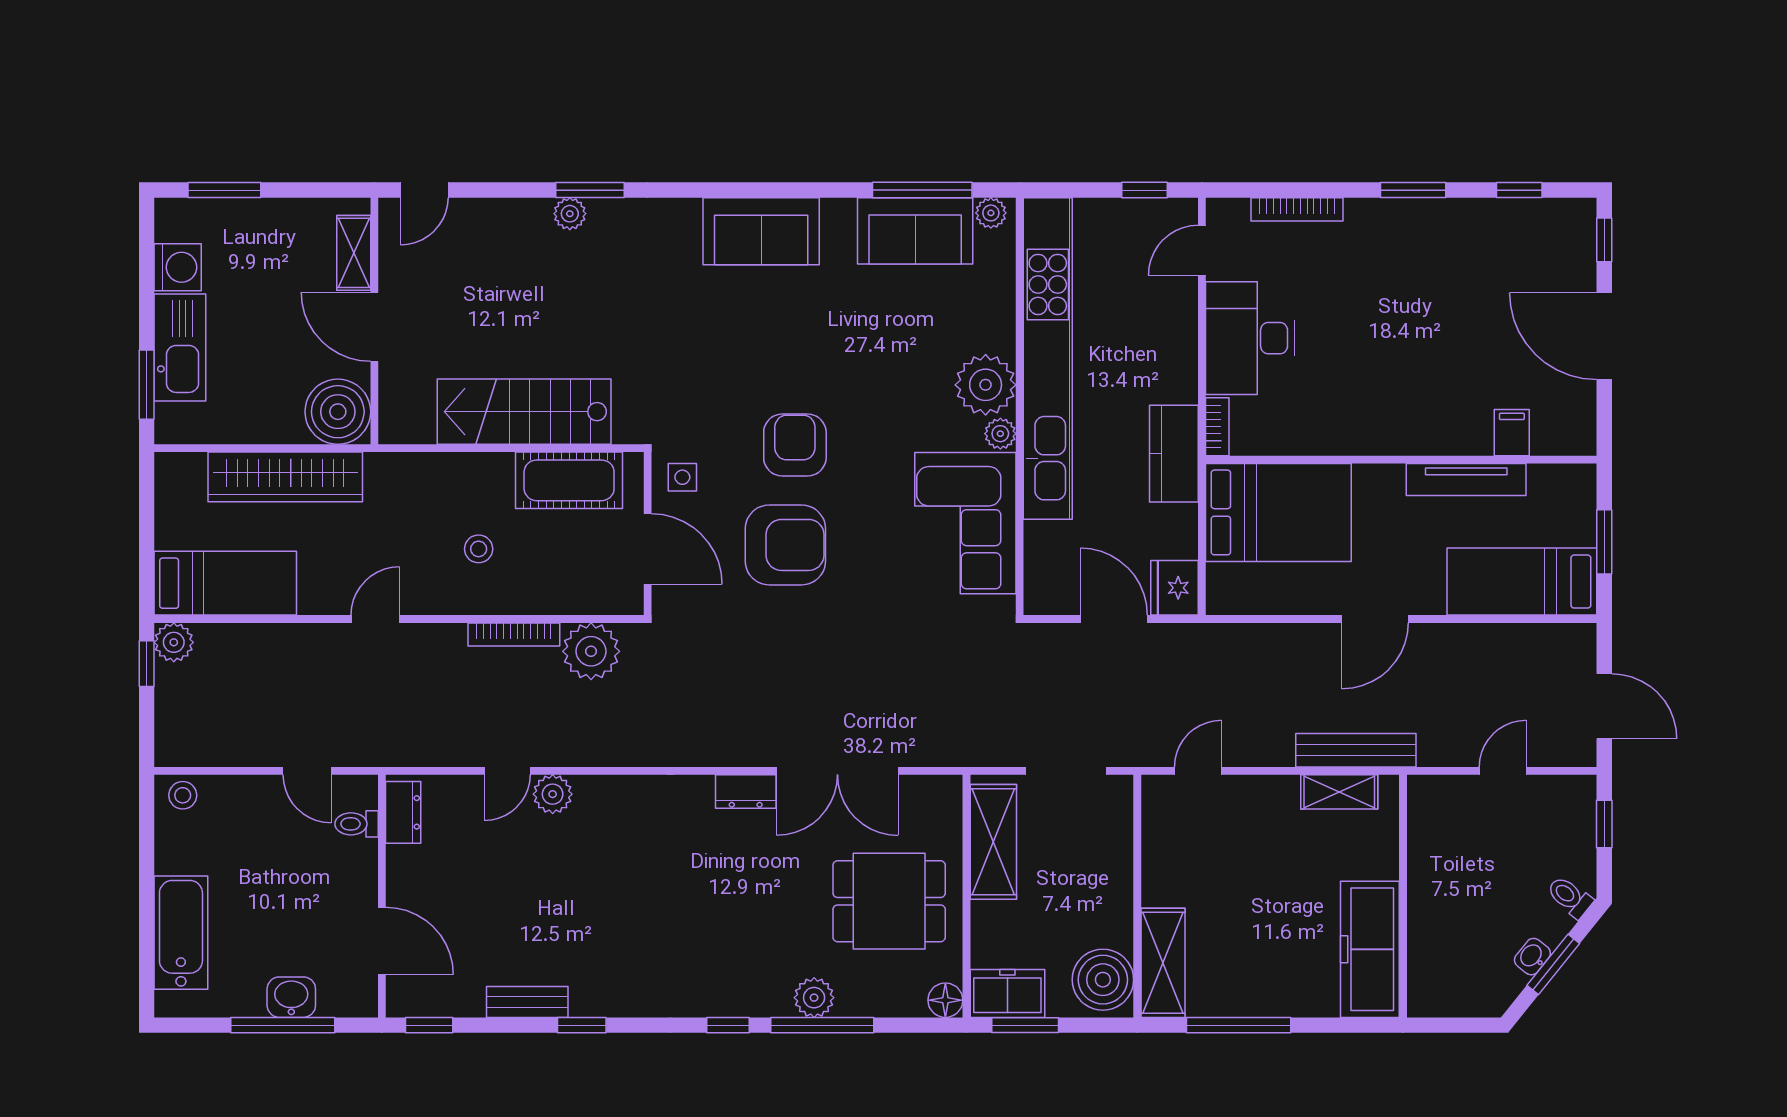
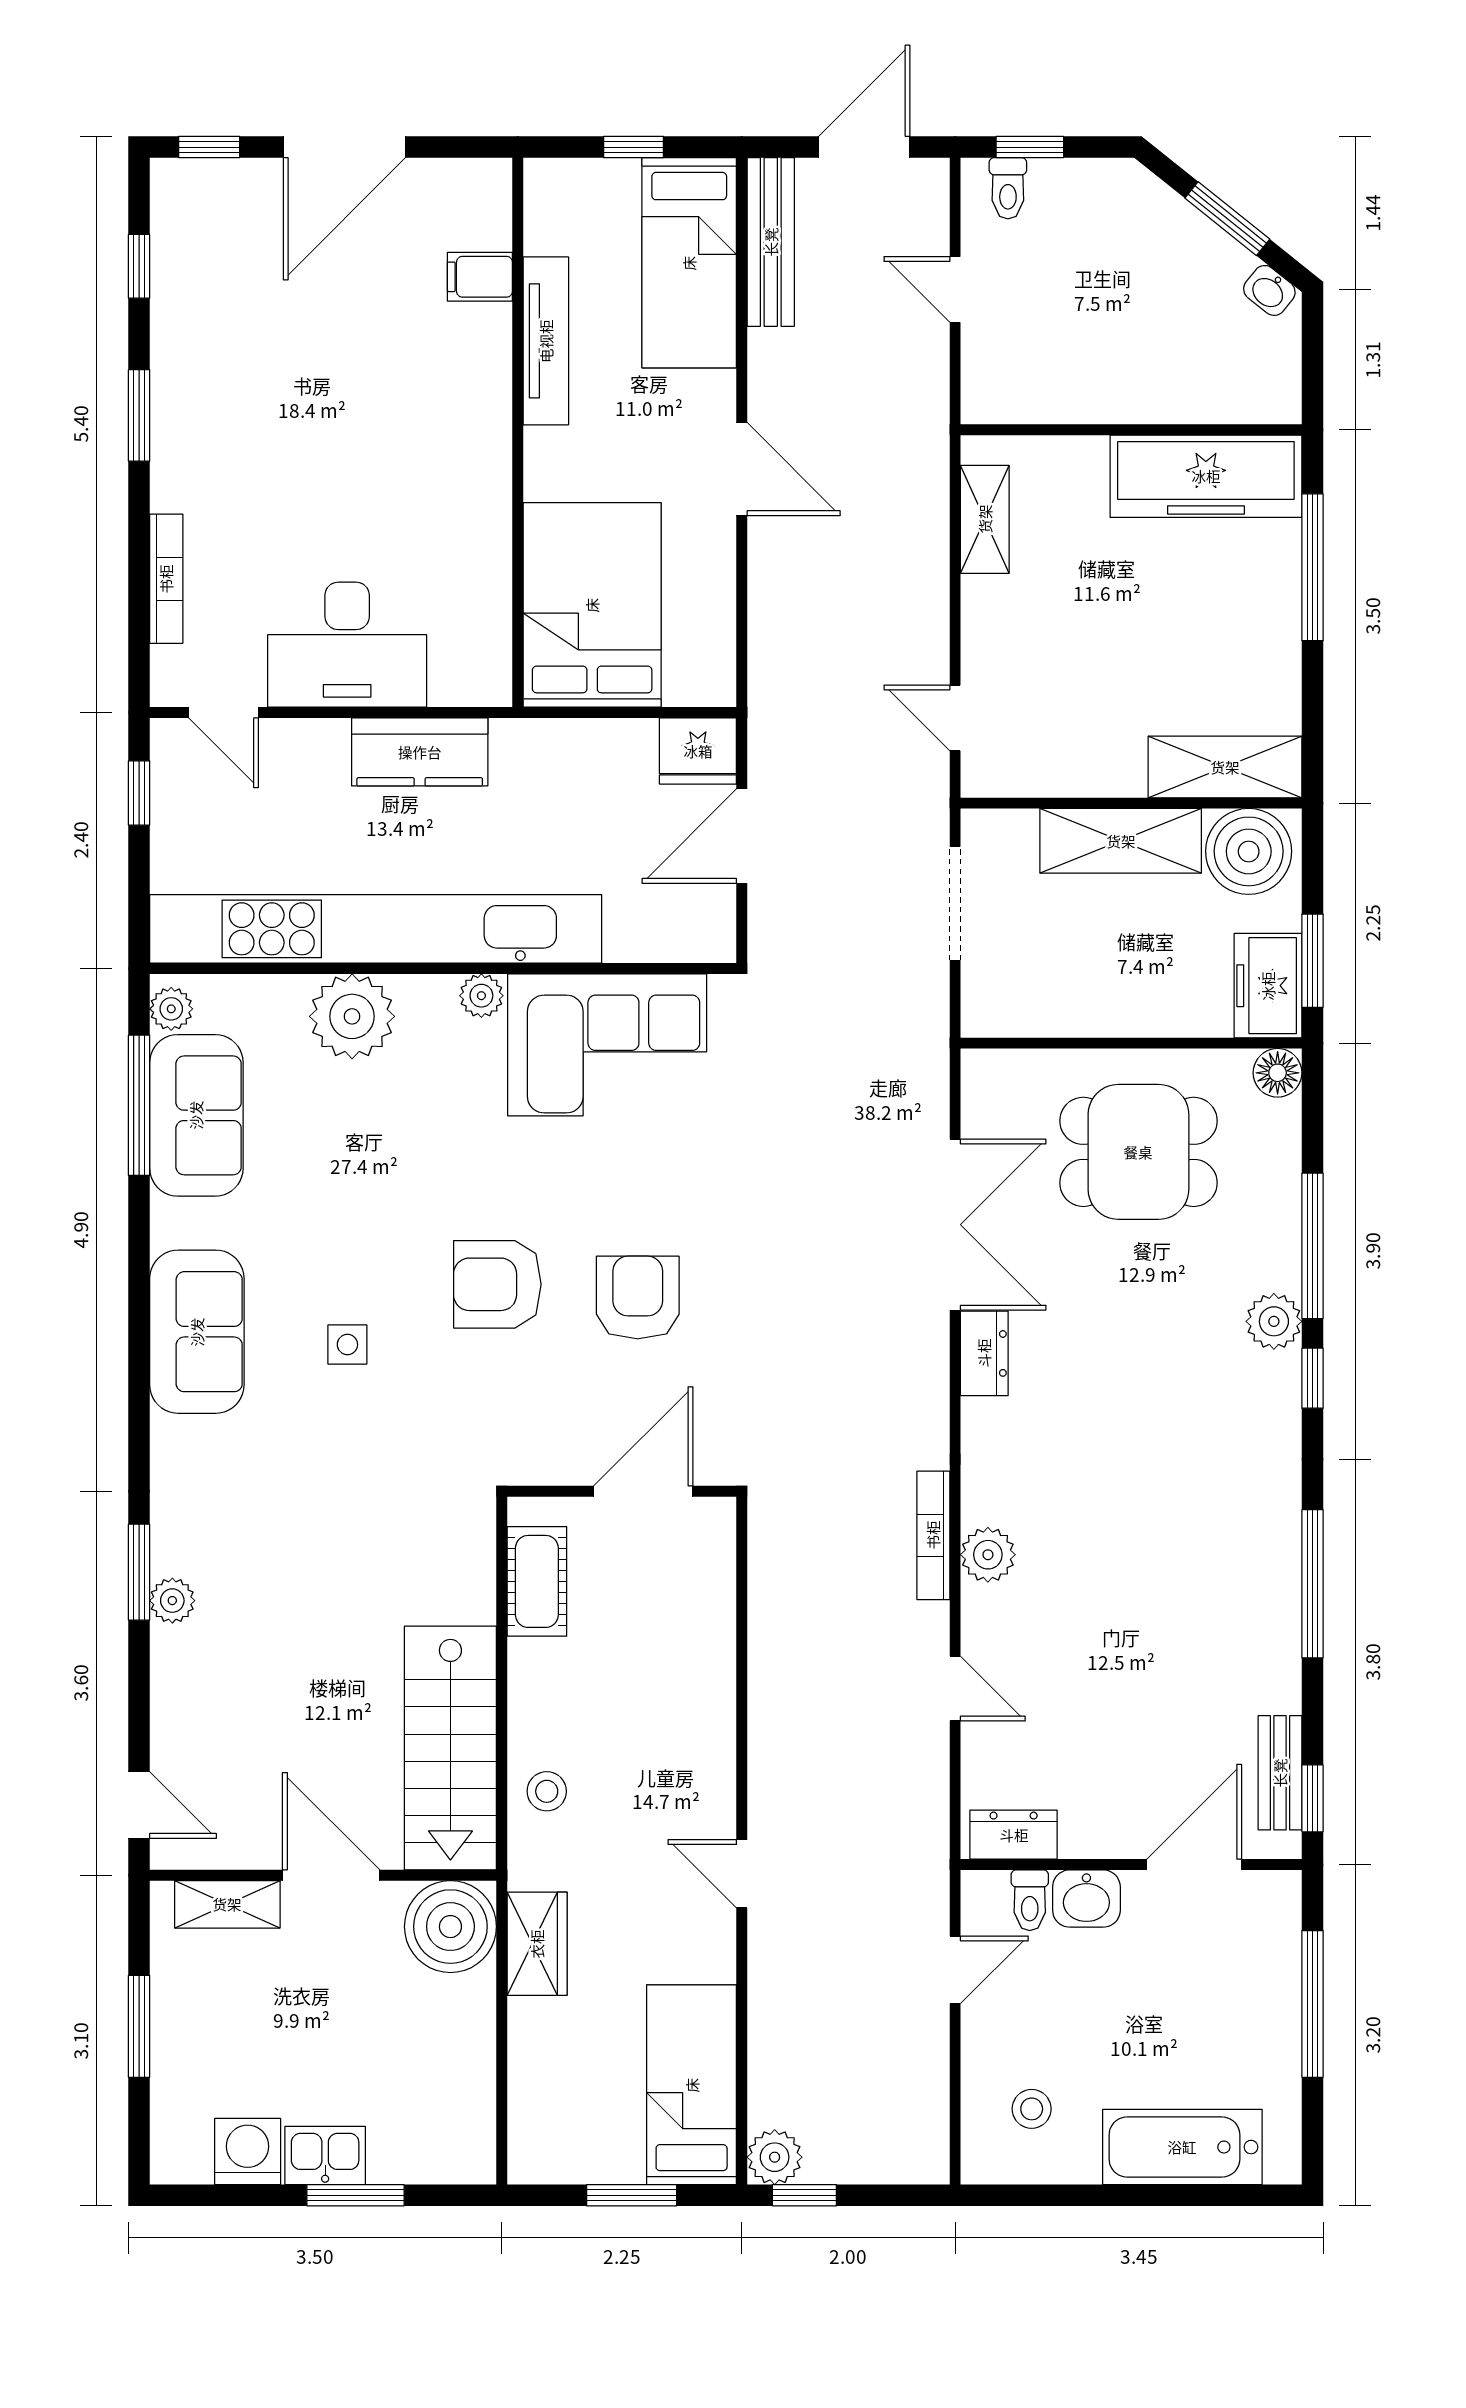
window: (224, 190) -> (139, 2026), moved
door: (374, 327) -> (331, 1875), swing flipped
kitchen sink: (180, 347) -> (325, 2155), width x0.53, depth x0.81
window: (147, 385) -> (355, 2195), moved
plant: (986, 385) -> (352, 1016), moved
stairs: (524, 412) -> (450, 1748), moved
bookcase: (1217, 427) -> (472, 691), removed
kitchen counter: (1174, 454) -> (420, 752), moved
wardrobe: (285, 477) -> (537, 1944), width x0.48, depth x0.85
side table: (682, 477) -> (347, 1345), moved
cot: (569, 480) -> (537, 1581), width x0.73, depth x0.75
window: (147, 541) -> (632, 2195), added
window: (1604, 542) -> (633, 147), width x0.67
armchair: (785, 545) -> (638, 1298), width x0.73, depth x0.73
stool: (479, 549) -> (547, 1791), moved
bookcase: (514, 634) -> (933, 1535), moved, turned 180
plant: (591, 651) -> (787, 1571), removed
bench: (1356, 750) -> (771, 242), moved
plant: (553, 794) -> (988, 1555), moved
stool: (183, 795) -> (1032, 2109), moved
shelving: (993, 842) -> (1121, 841), moved
toilet: (1570, 897) -> (1008, 188), moved, turned -39
dining table: (889, 901) -> (1138, 1152), turned 90
washbasin: (1532, 957) -> (1269, 290), moved
washbasin: (291, 997) -> (1086, 1899), moved, turned -90
plant: (814, 998) -> (1274, 1321), moved
bench: (527, 1002) -> (1280, 1773), moved
window: (582, 1025) -> (1313, 1584), width x2.17
window: (1239, 1025) -> (1313, 567), moved

